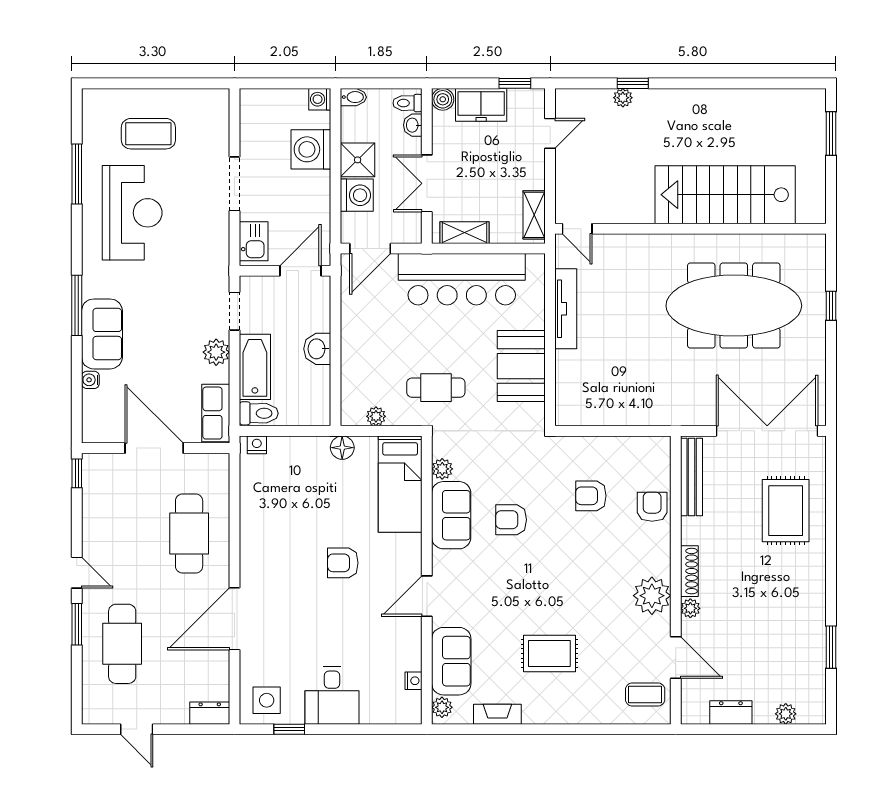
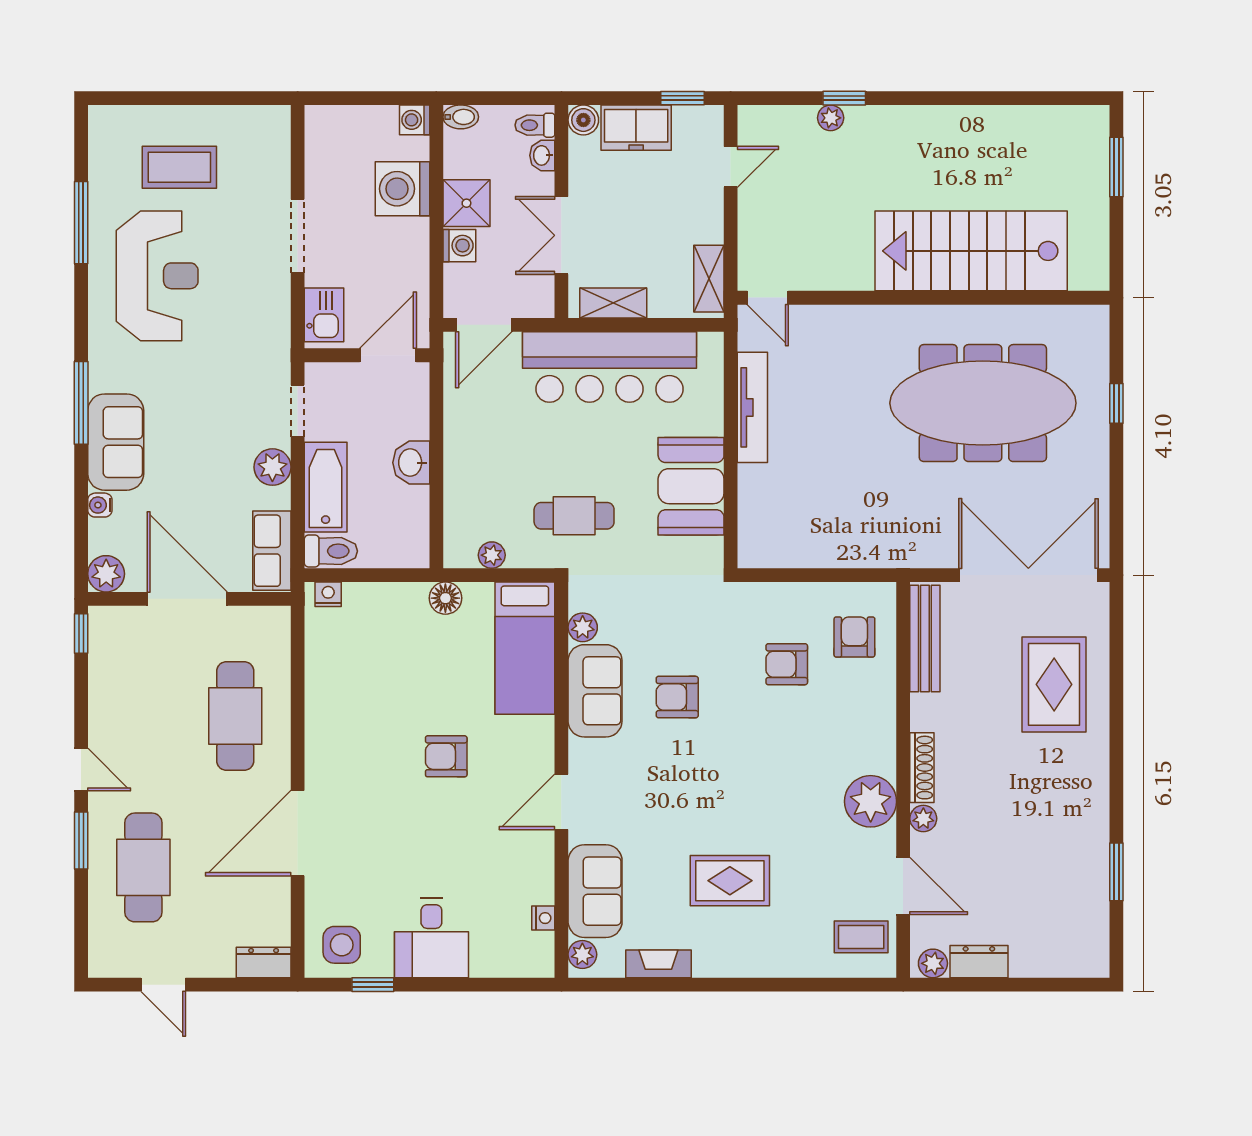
washing machine: (357, 195) -> (459, 246), width x0.73, depth x0.73
plant: (95, 430) -> (106, 574), added
armchair: (652, 507) -> (854, 637), moved
plant: (786, 714) -> (933, 963), moved

